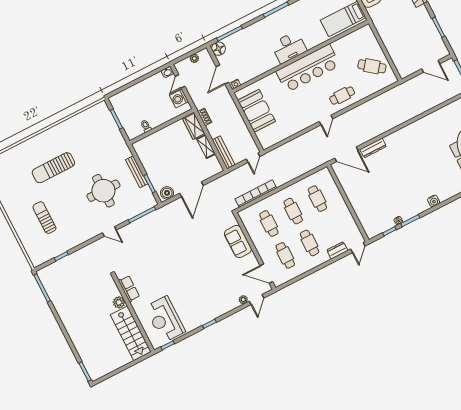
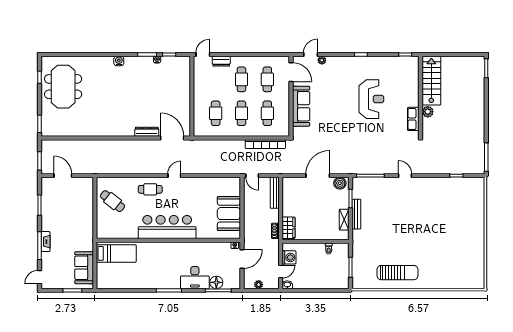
desk: (289, 47) -> (195, 278), moved, turned 180
floor lamp: (218, 49) -> (216, 282), moved
shelving: (206, 146) -> (344, 220), moved
door: (253, 158) -> (252, 176), swing flipped
sun lounger: (53, 168) -> (398, 273), moved
round table: (103, 191) -> (392, 213), removed
sun lounger: (44, 218) -> (454, 215), removed
sofa: (238, 241) -> (301, 106), width x1.36
reception desk: (165, 319) -> (371, 99), moved

